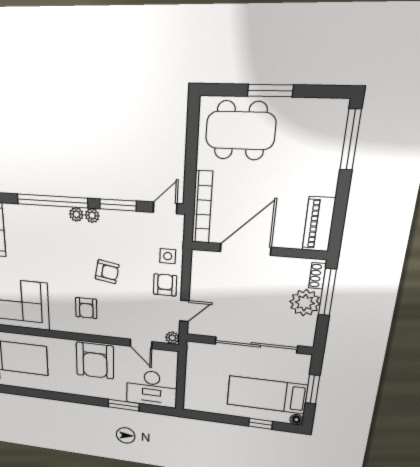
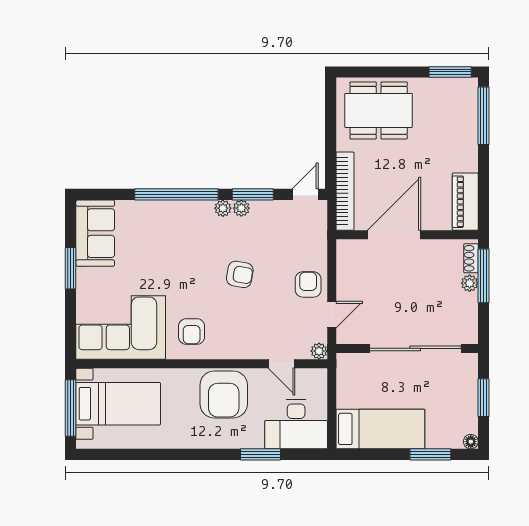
window: (270, 91) -> (450, 72), moved
plant: (76, 214) -> (241, 208), moved
side table: (168, 256) -> (310, 249), removed
plant: (305, 303) -> (470, 283), width x0.53, depth x0.53
armchair: (86, 308) -> (192, 332), moved
bed: (267, 395) -> (380, 429), moved, turned 180
window: (261, 424) -> (430, 454), width x1.50

